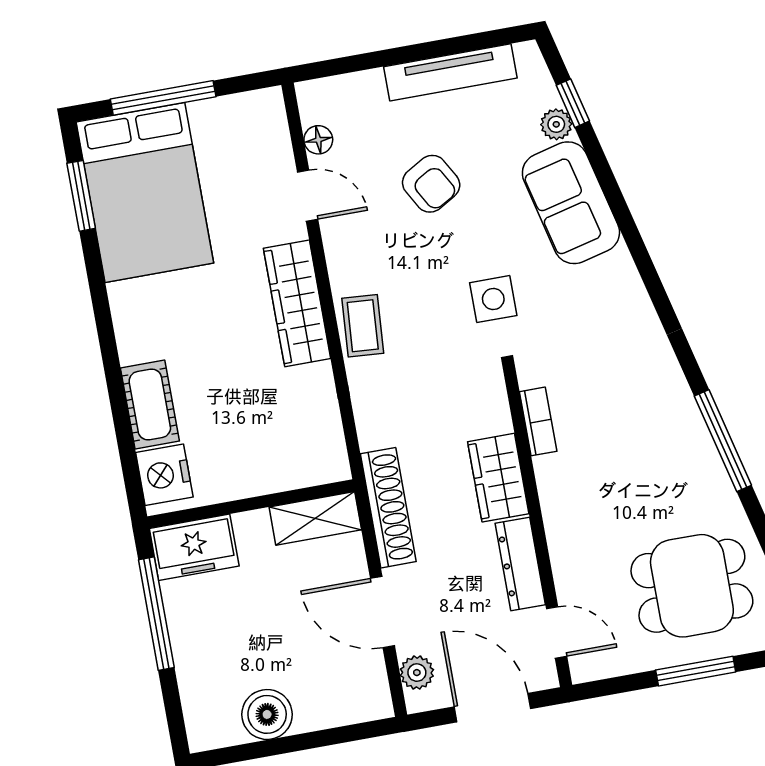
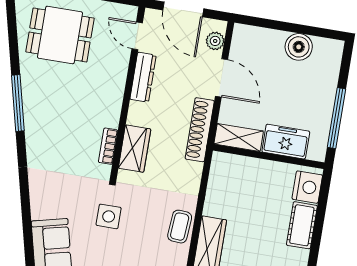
wardrobe: (498, 478) -> (135, 149), moved
freezer: (194, 547) -> (286, 142), moved

